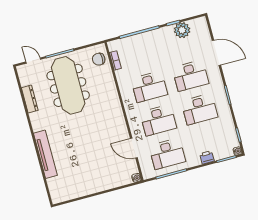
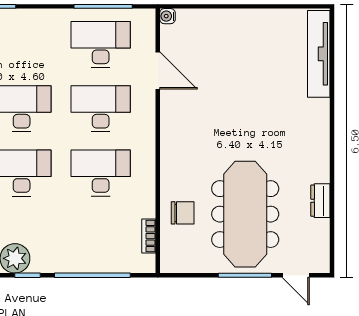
chair: (99, 59) -> (183, 213), moved
dresser: (30, 99) -> (320, 201), width x0.70
tv unit: (45, 154) -> (319, 54), moved
printer: (207, 157) -> (31, 19), removed

